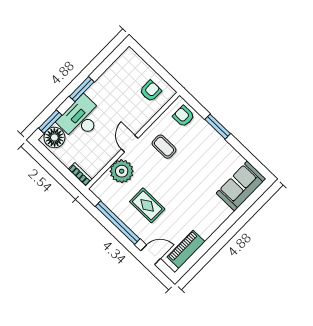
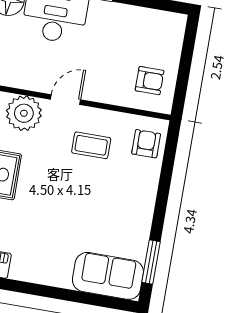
window: (218, 127) -> (151, 262), moved
coffee table: (164, 147) -> (91, 145), turned 90

